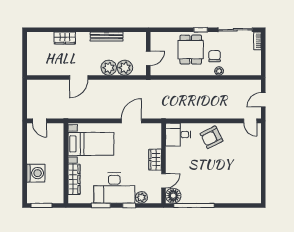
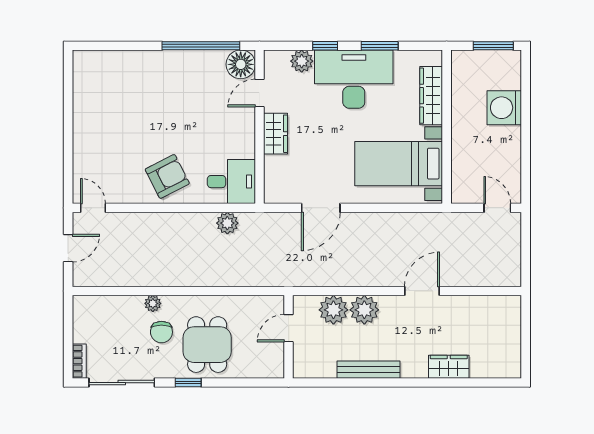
plant: (180, 113) -> (227, 223), added

